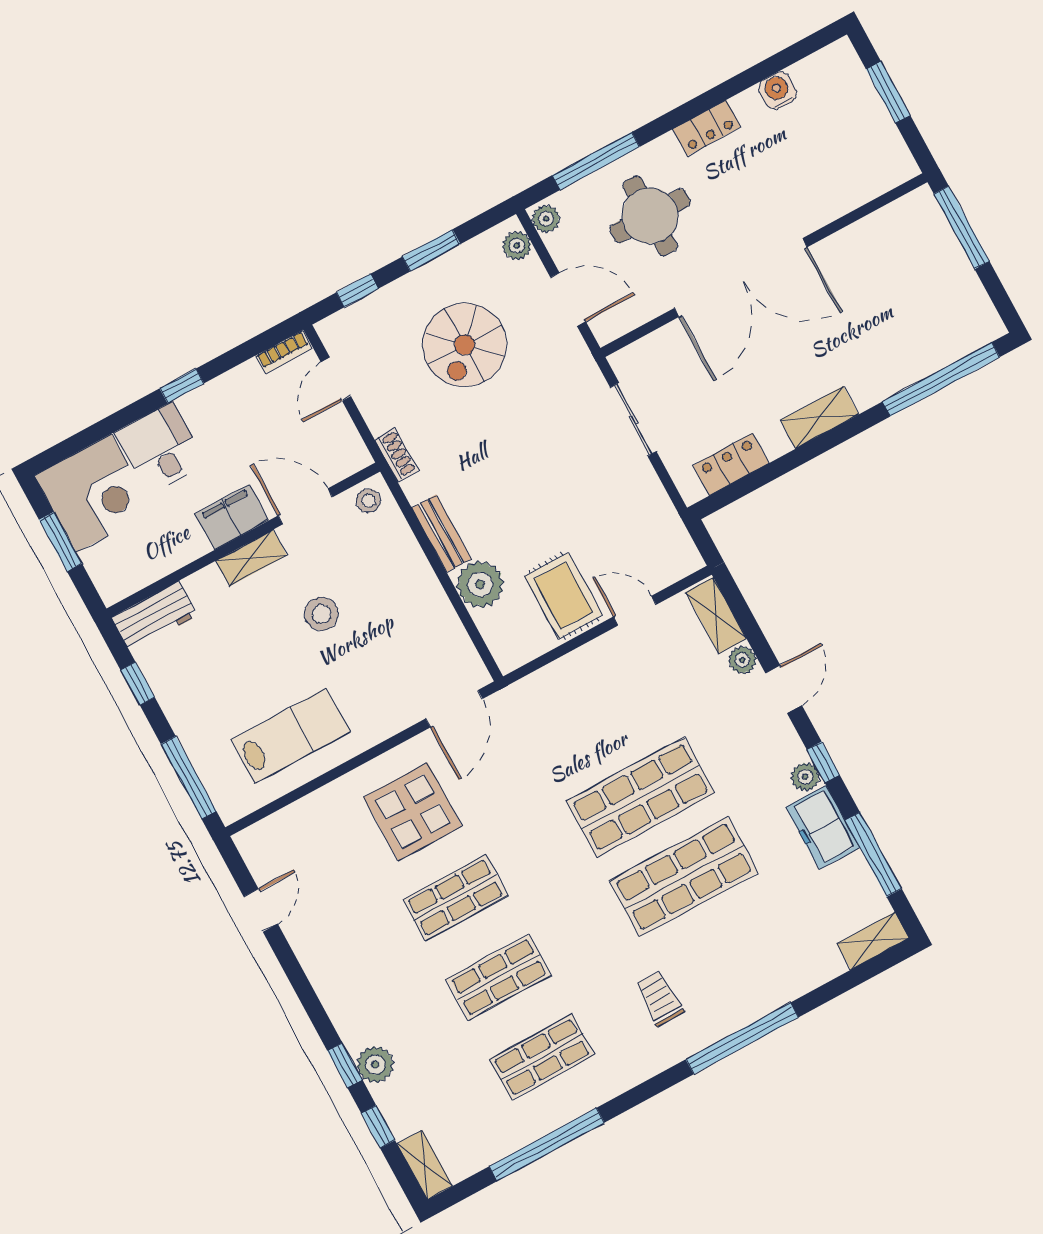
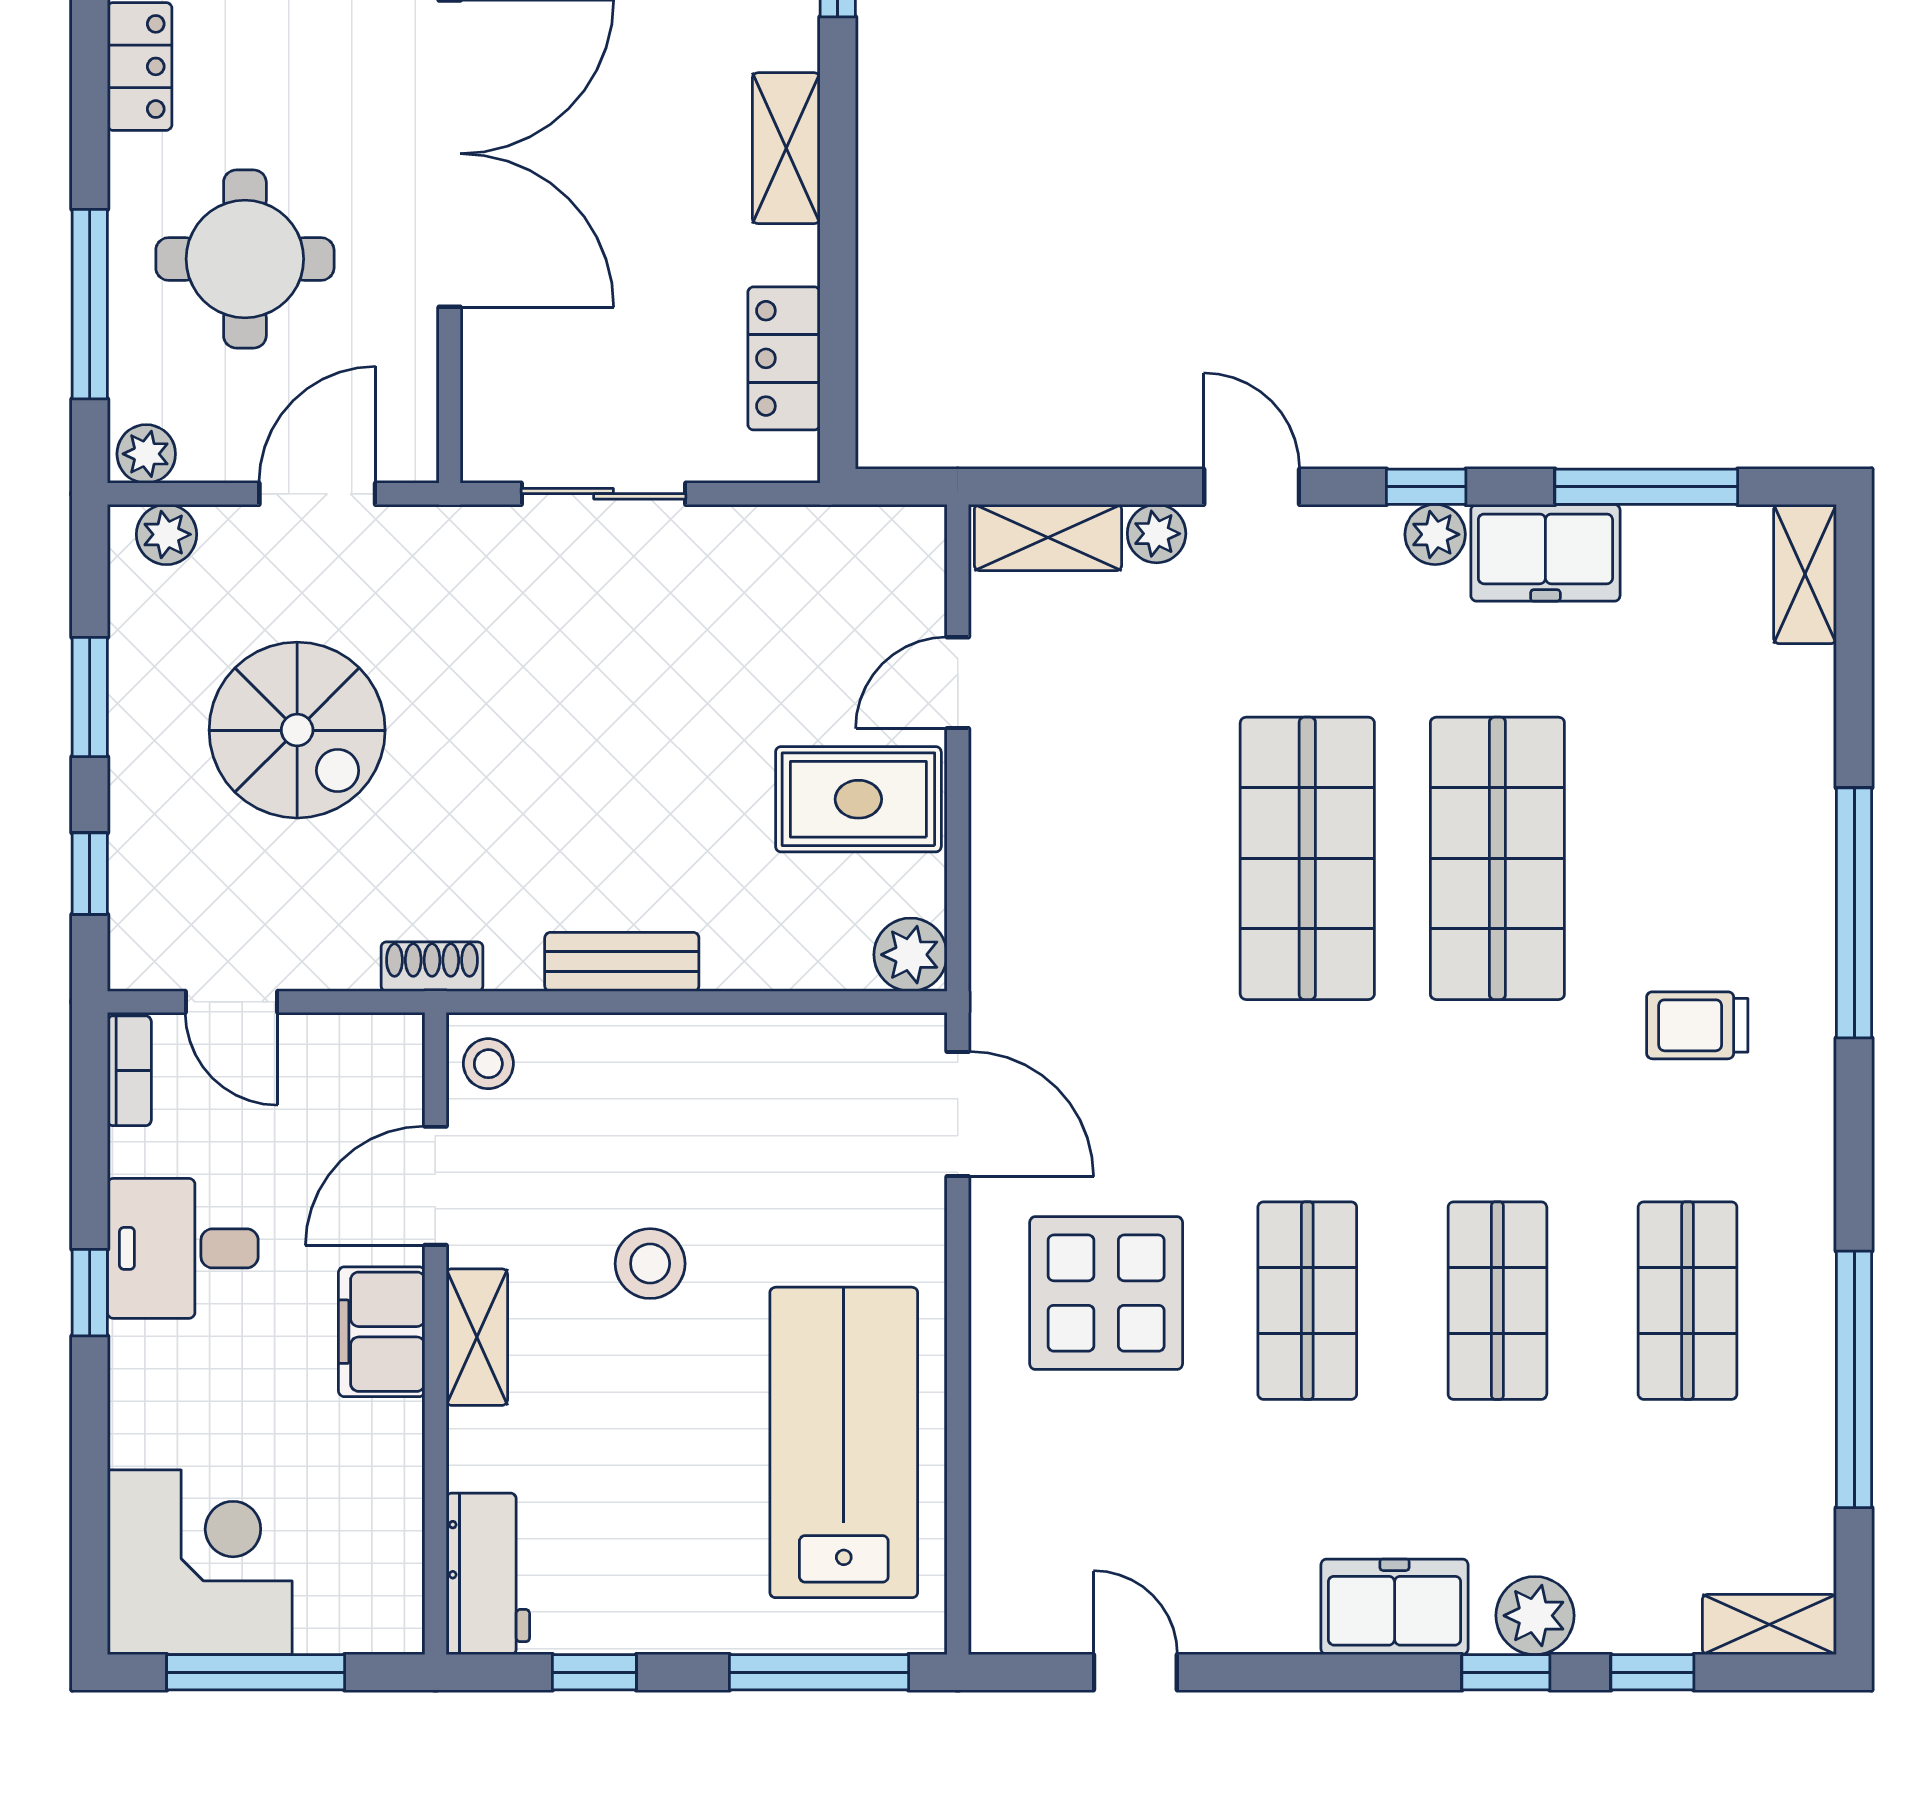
desk: (160, 448) -> (183, 1248), moved
window: (61, 542) -> (256, 1672), width x1.44
plant: (480, 584) -> (911, 955), moved, width x0.73, depth x0.73
lab bench: (291, 736) -> (844, 1442), width x1.36, depth x1.39
freezer: (347, 1004) -> (1395, 1607), added

